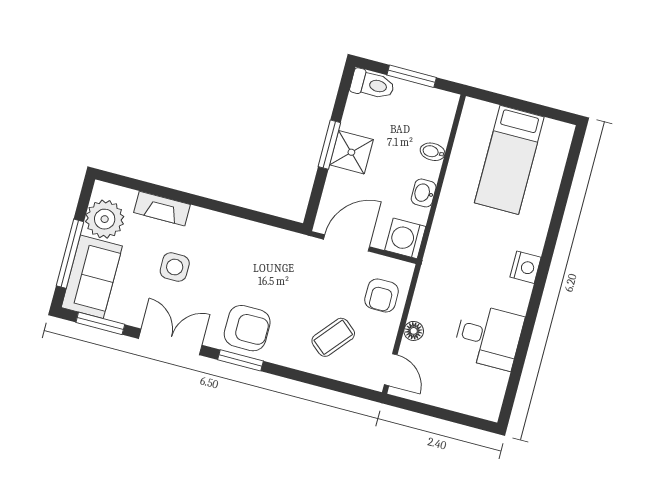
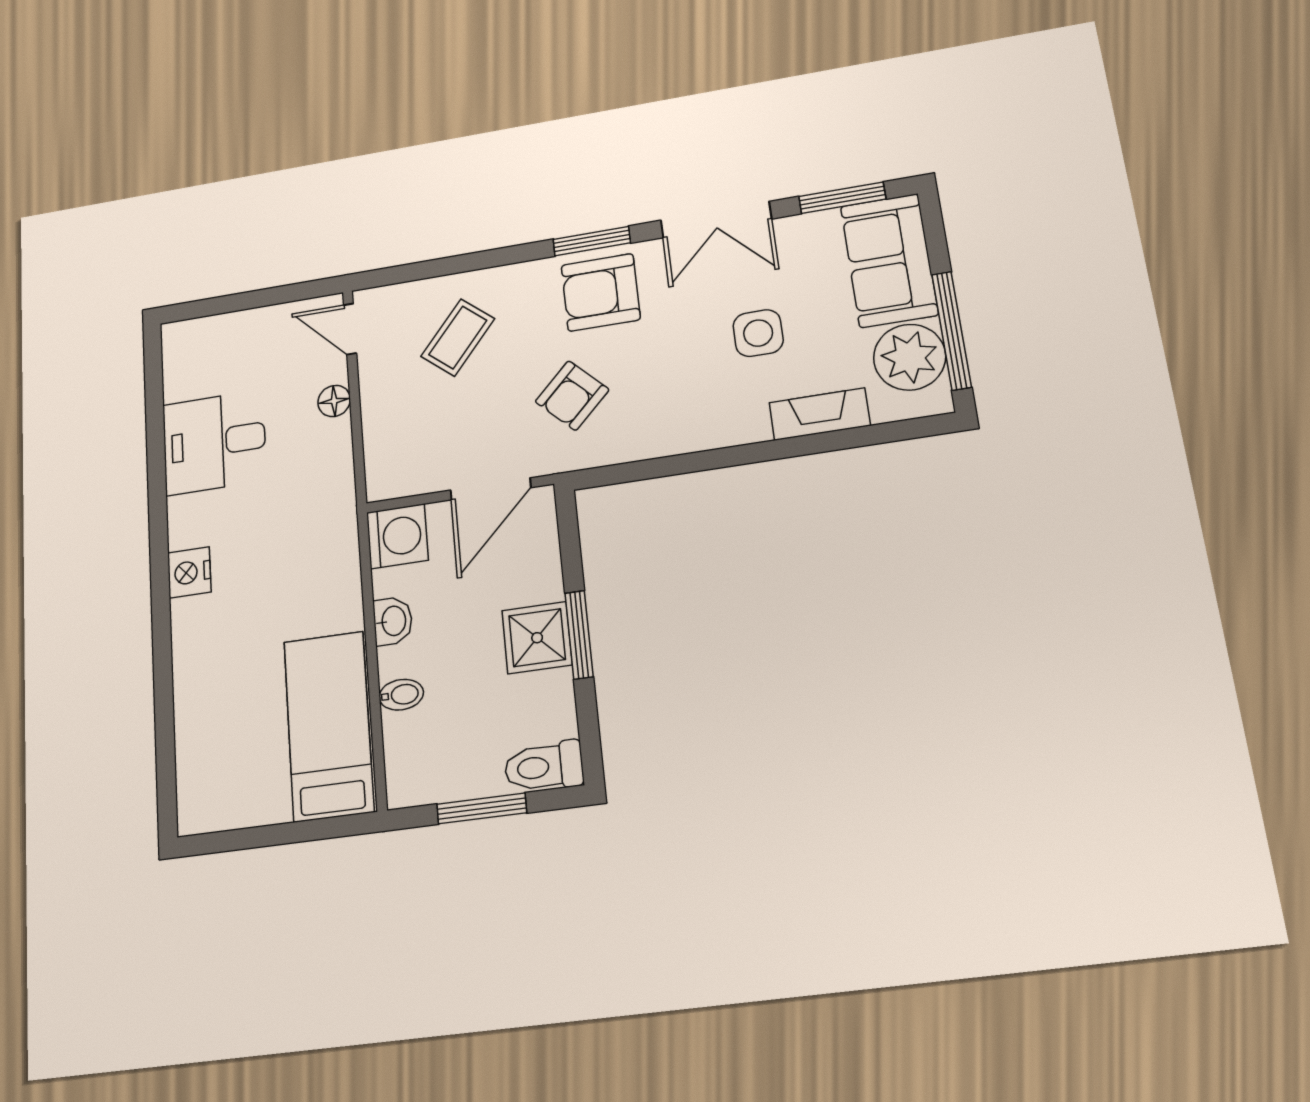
bed: (509, 160) -> (329, 726), moved
window: (70, 254) -> (952, 331), moved
armchair: (382, 295) -> (572, 396), moved, turned -135

